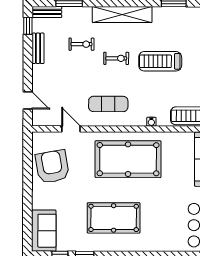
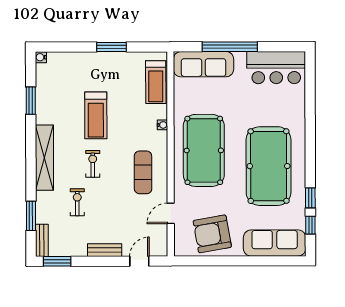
window: (28, 26) -> (57, 261), width x1.50
bench: (38, 48) -> (105, 250), moved
pool table: (114, 218) -> (269, 166), width x1.36, depth x1.32
sofa: (44, 231) -> (275, 243), width x1.36

